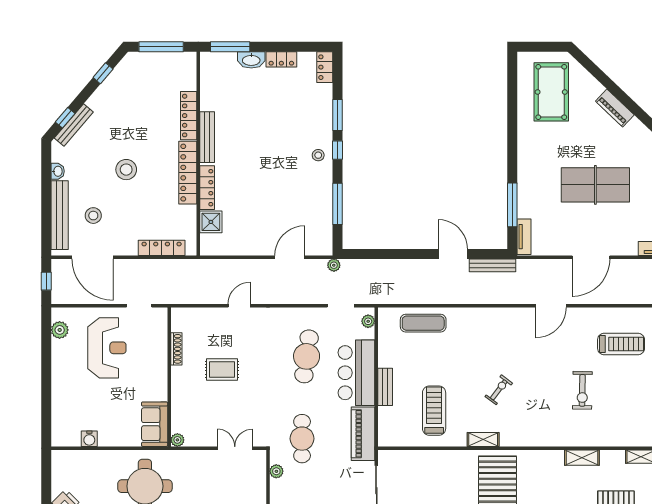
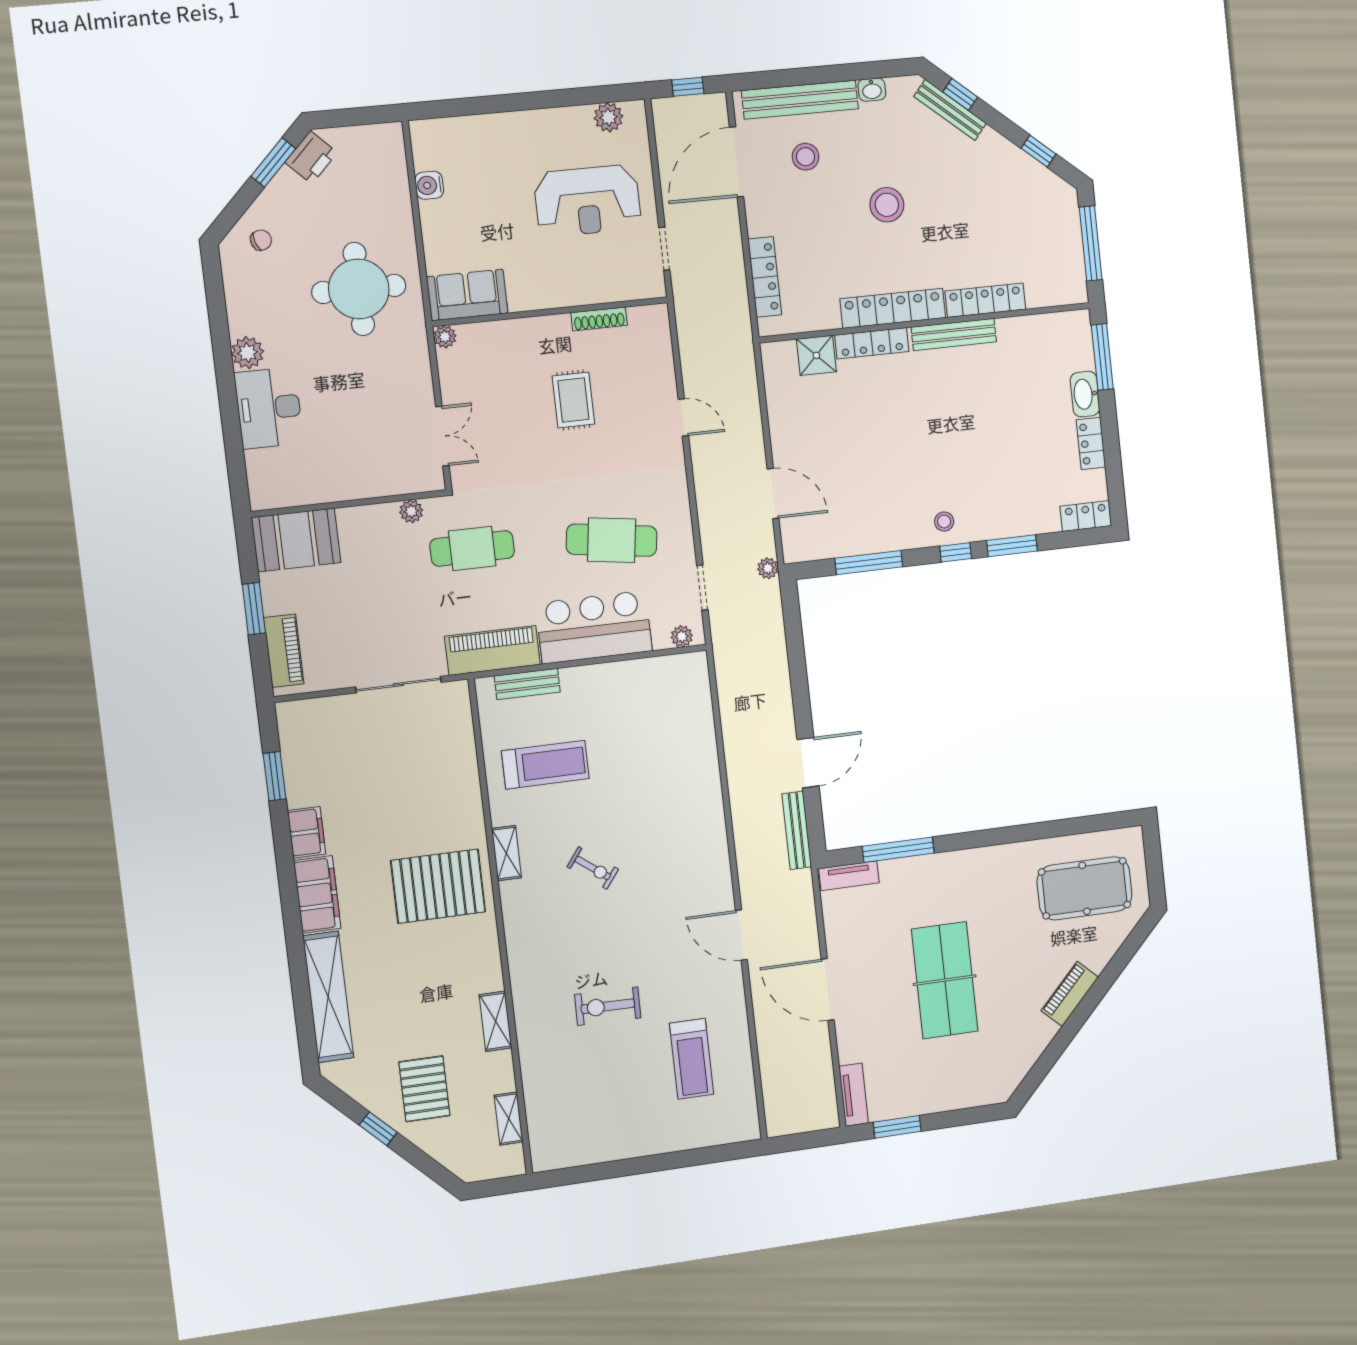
exercise mat: (423, 323) -> (689, 728), removed
bench: (385, 387) -> (527, 684), moved

